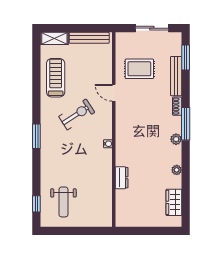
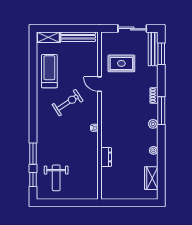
bench: (176, 76) -> (153, 49), moved
window: (36, 136) -> (33, 154), moved

